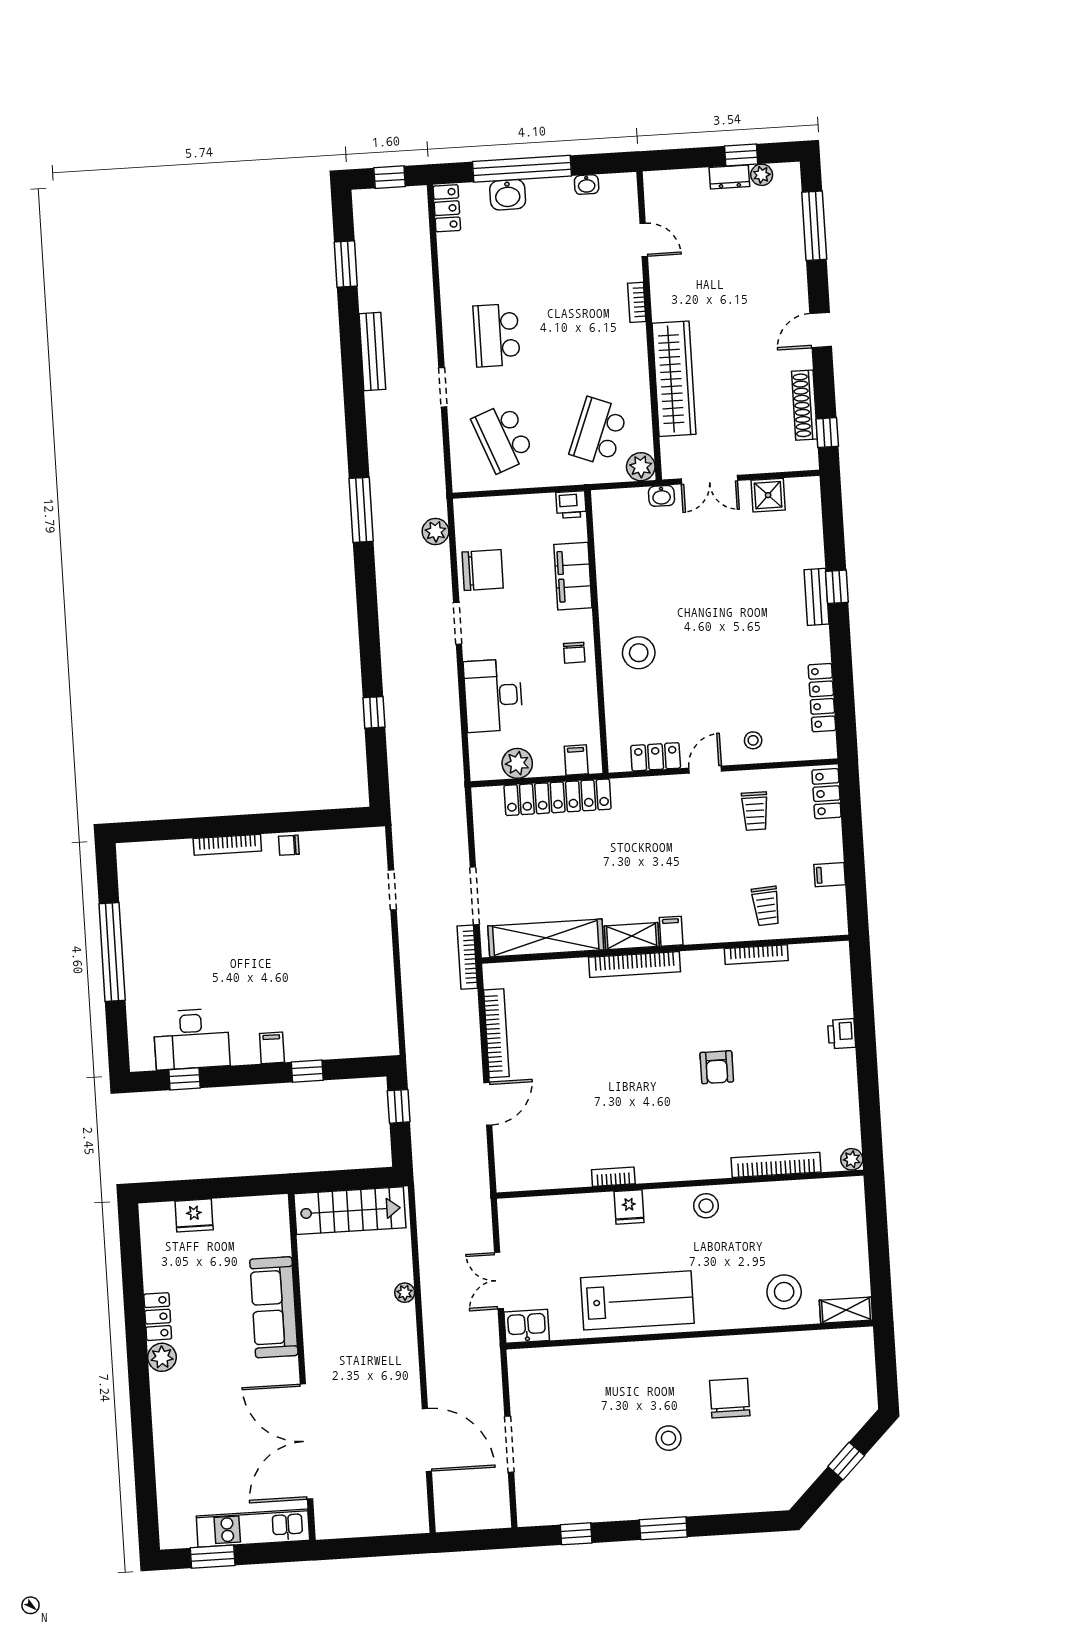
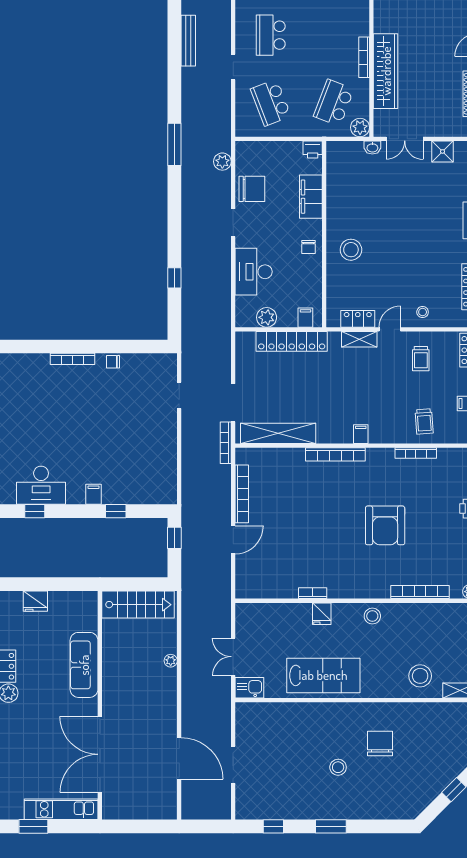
bookcase: (637, 302) -> (364, 57), moved, width x1.56
shelving: (632, 936) -> (359, 339), moved
armchair: (717, 1067) -> (385, 525), width x1.88, depth x1.88

